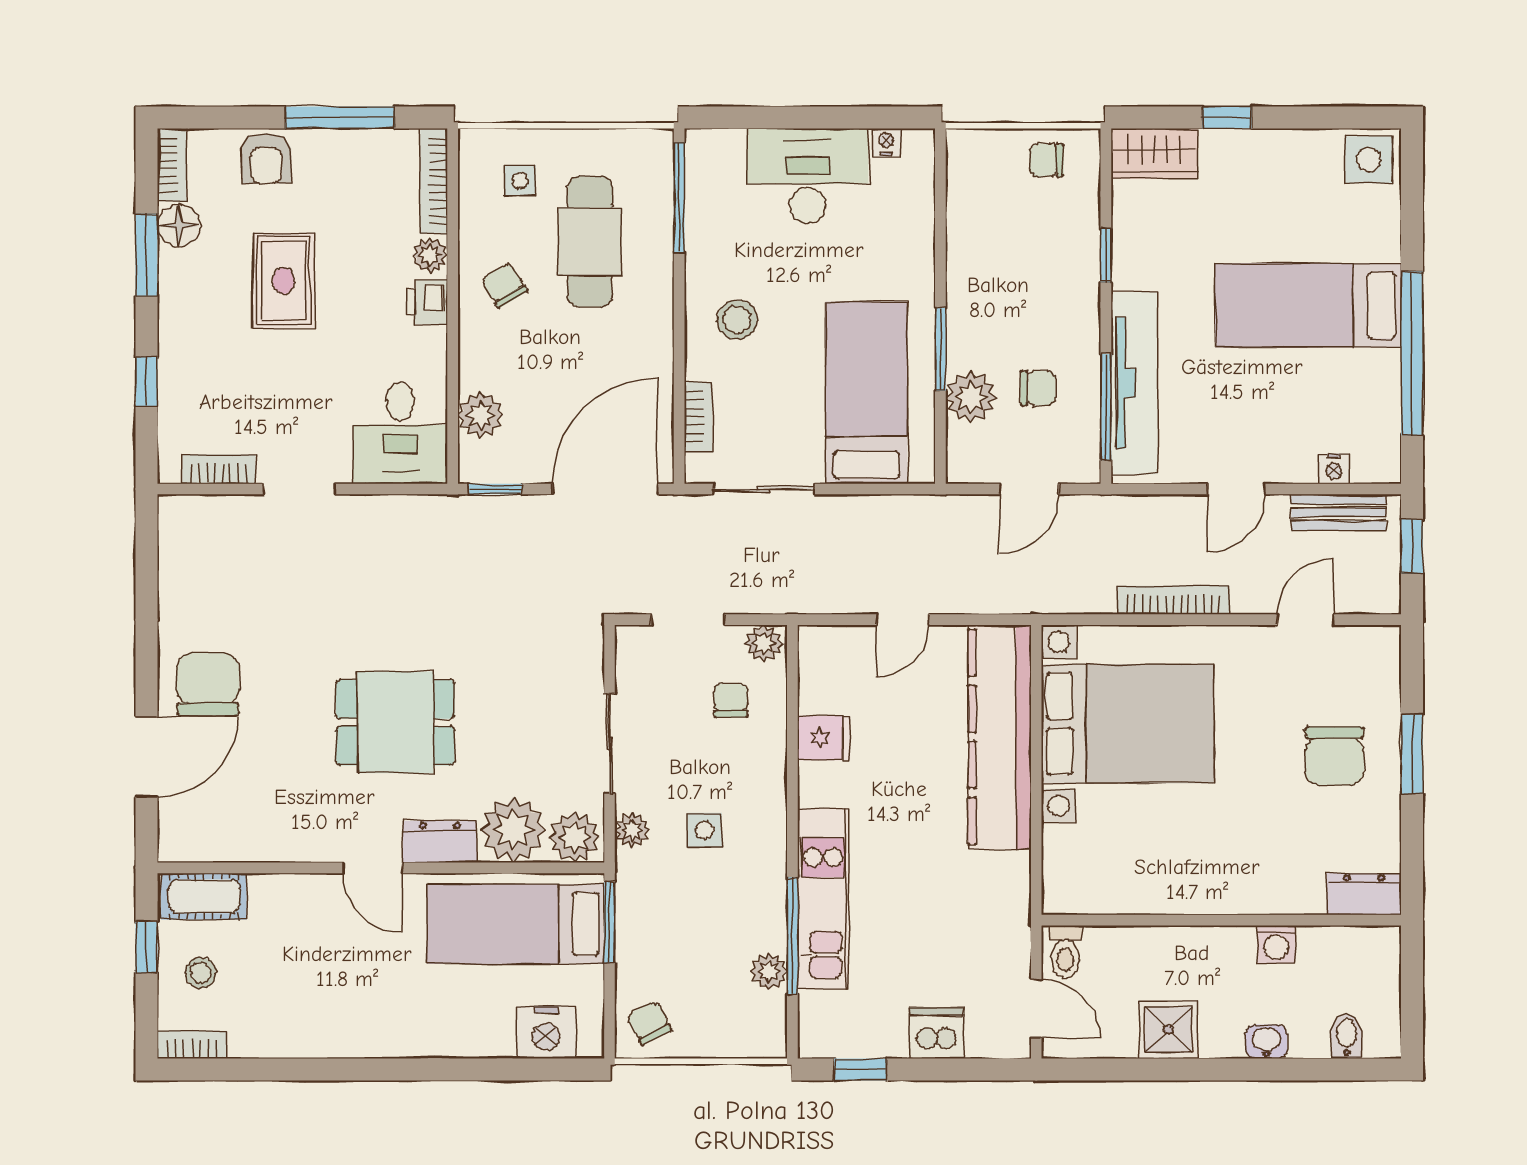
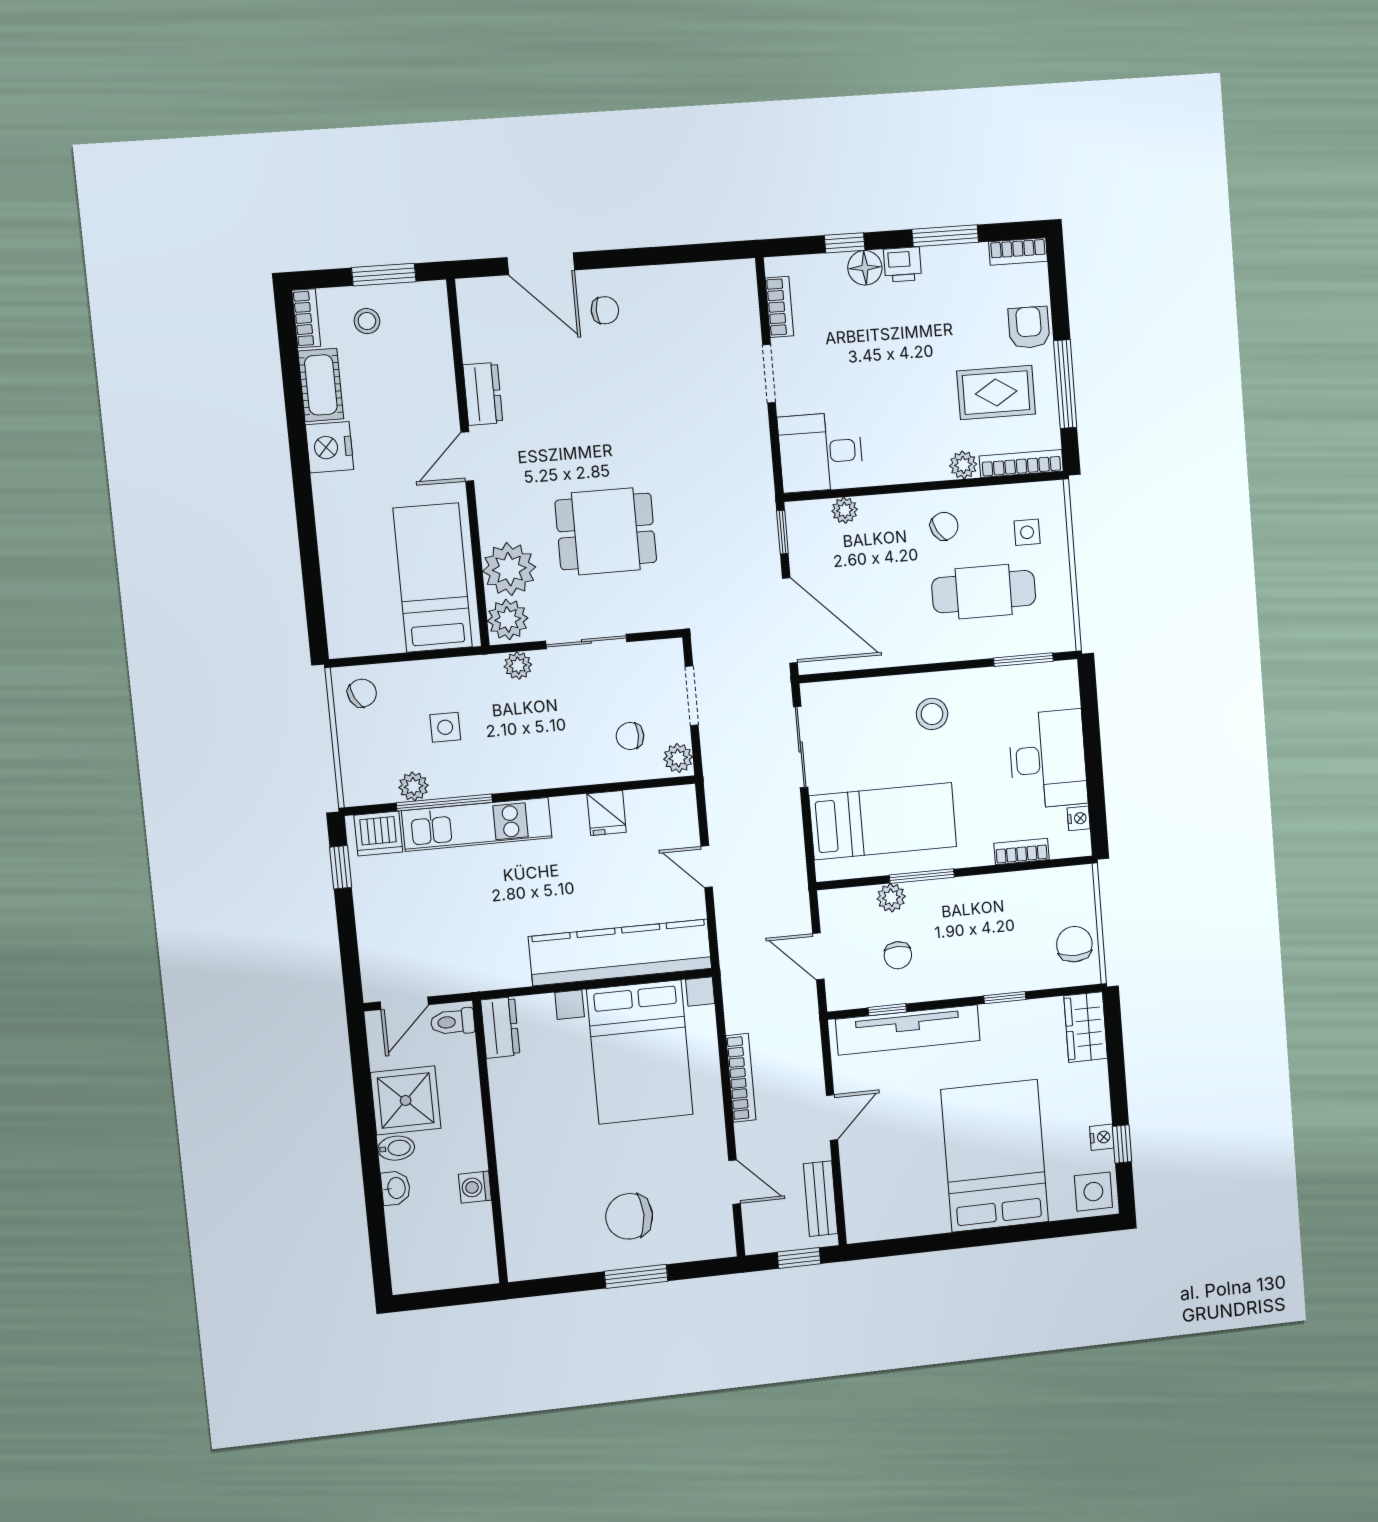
window: (1227, 118) -> (1122, 1144), moved
armchair: (266, 158) -> (1029, 327), turned 90
chair: (1046, 160) -> (1074, 944), width x1.37, depth x1.37
window: (679, 198) -> (1023, 660), width x0.69
floor lamp: (179, 226) -> (865, 268), moved
rug: (284, 281) -> (996, 392), moved
printer: (427, 302) -> (903, 265), moved, turned 180
bed: (1308, 305) -> (995, 1156), width x1.50
window: (1412, 353) -> (948, 1241), removed
plant: (971, 397) -> (891, 898), width x0.73, depth x0.73
window: (1106, 407) -> (887, 1010), width x0.46
plant: (481, 415) -> (845, 510), width x0.73, depth x0.73
bookcase: (698, 417) -> (1021, 851), moved, turned 180
nightstand: (1334, 469) -> (1102, 1137), moved, turned 180
door: (1236, 489) -> (832, 1118), swing flipped
chair: (208, 684) -> (605, 310), width x0.54, depth x0.54
chair: (731, 700) -> (630, 736), turned 180
dining table: (395, 722) -> (606, 531), moved, turned 90
side table: (705, 830) -> (445, 727), moved
dresser: (440, 842) -> (483, 394), moved
dresser: (1364, 894) -> (500, 1027), moved
cot: (204, 896) -> (321, 385), moved
window: (609, 922) -> (441, 654), removed
window: (147, 947) -> (384, 275), width x1.50
shower: (1168, 1029) -> (406, 1100), width x1.36, depth x1.36
nightstand: (546, 1032) -> (330, 447), moved
dishwasher: (937, 1033) -> (378, 834), moved, turned 90
bidet: (1347, 1036) -> (396, 1148), moved

